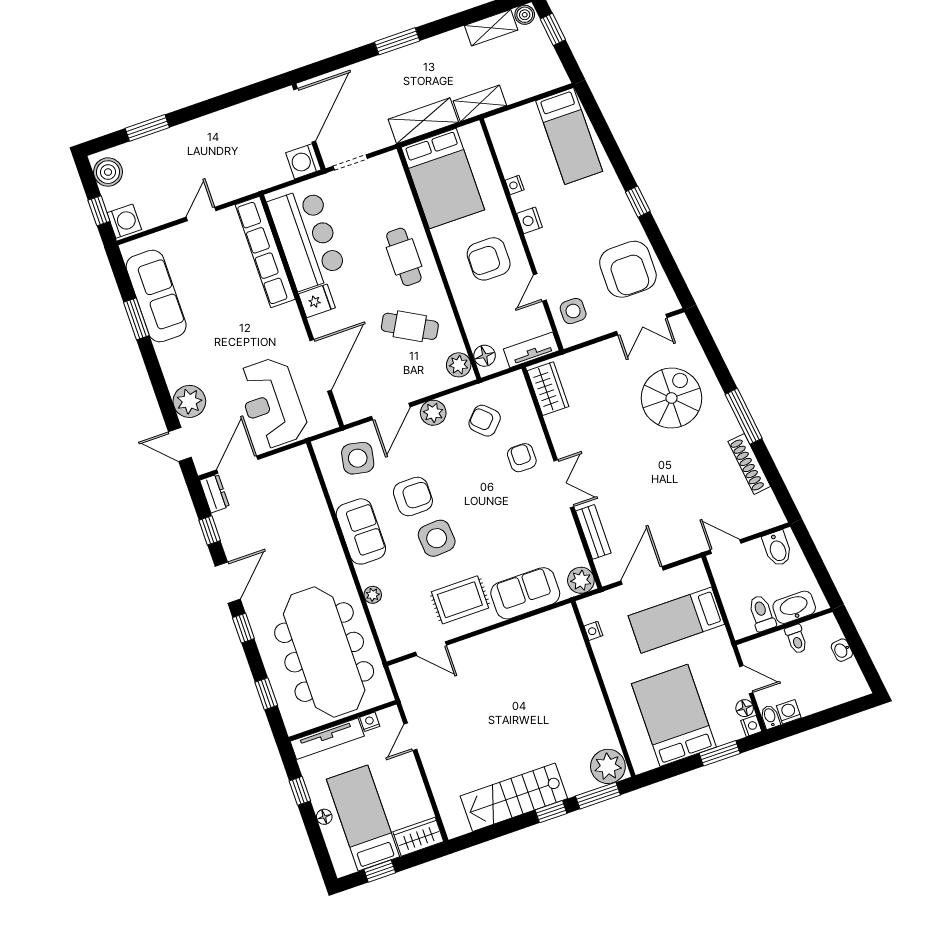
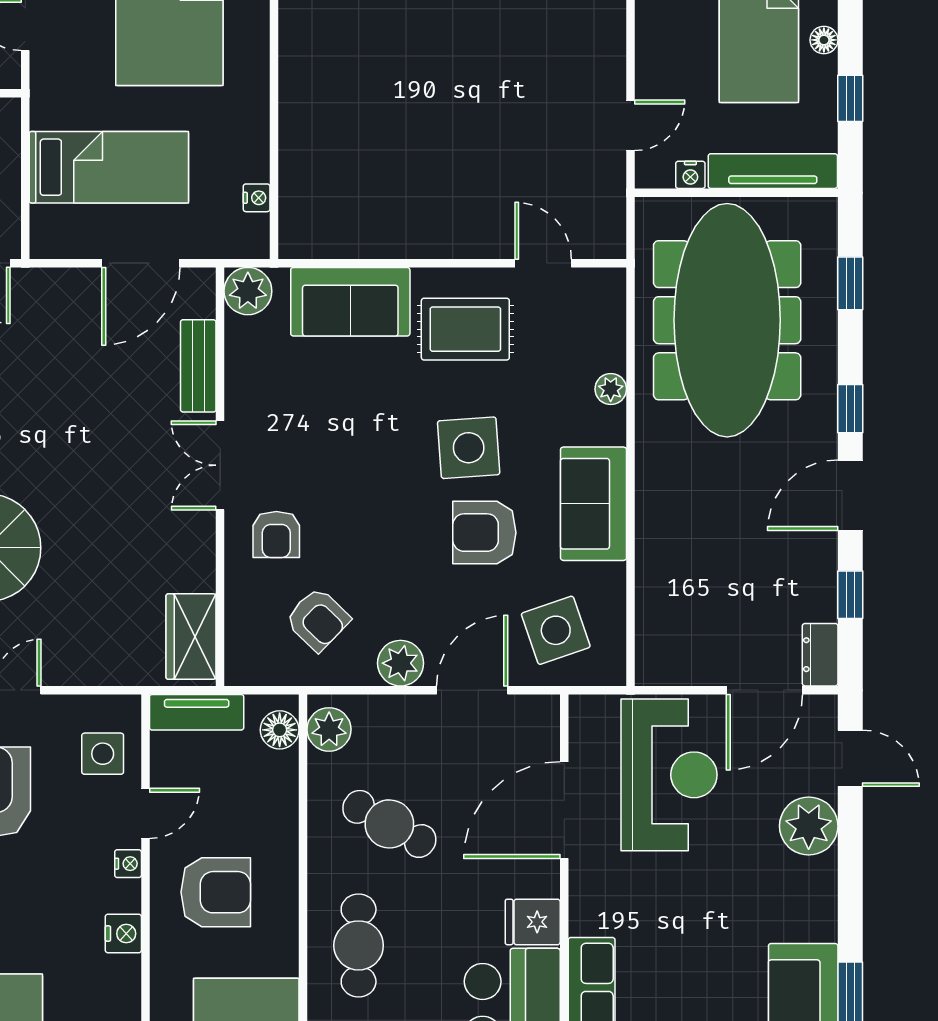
nightstand: (515, 185) -> (128, 864), moved
side table: (358, 458) -> (556, 630), turned -30

